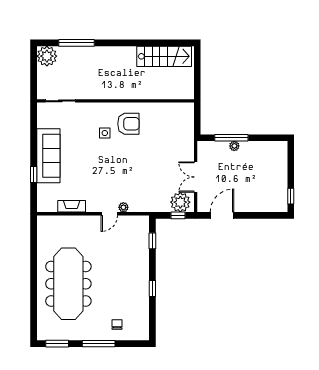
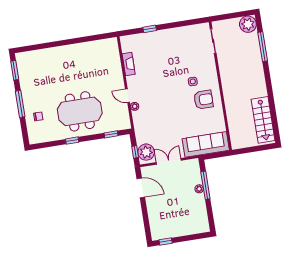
armchair: (128, 124) -> (203, 100), turned -90
sofa: (48, 156) -> (206, 144), moved, turned 180
meeting table: (68, 284) -> (80, 111), moved, width x0.73

